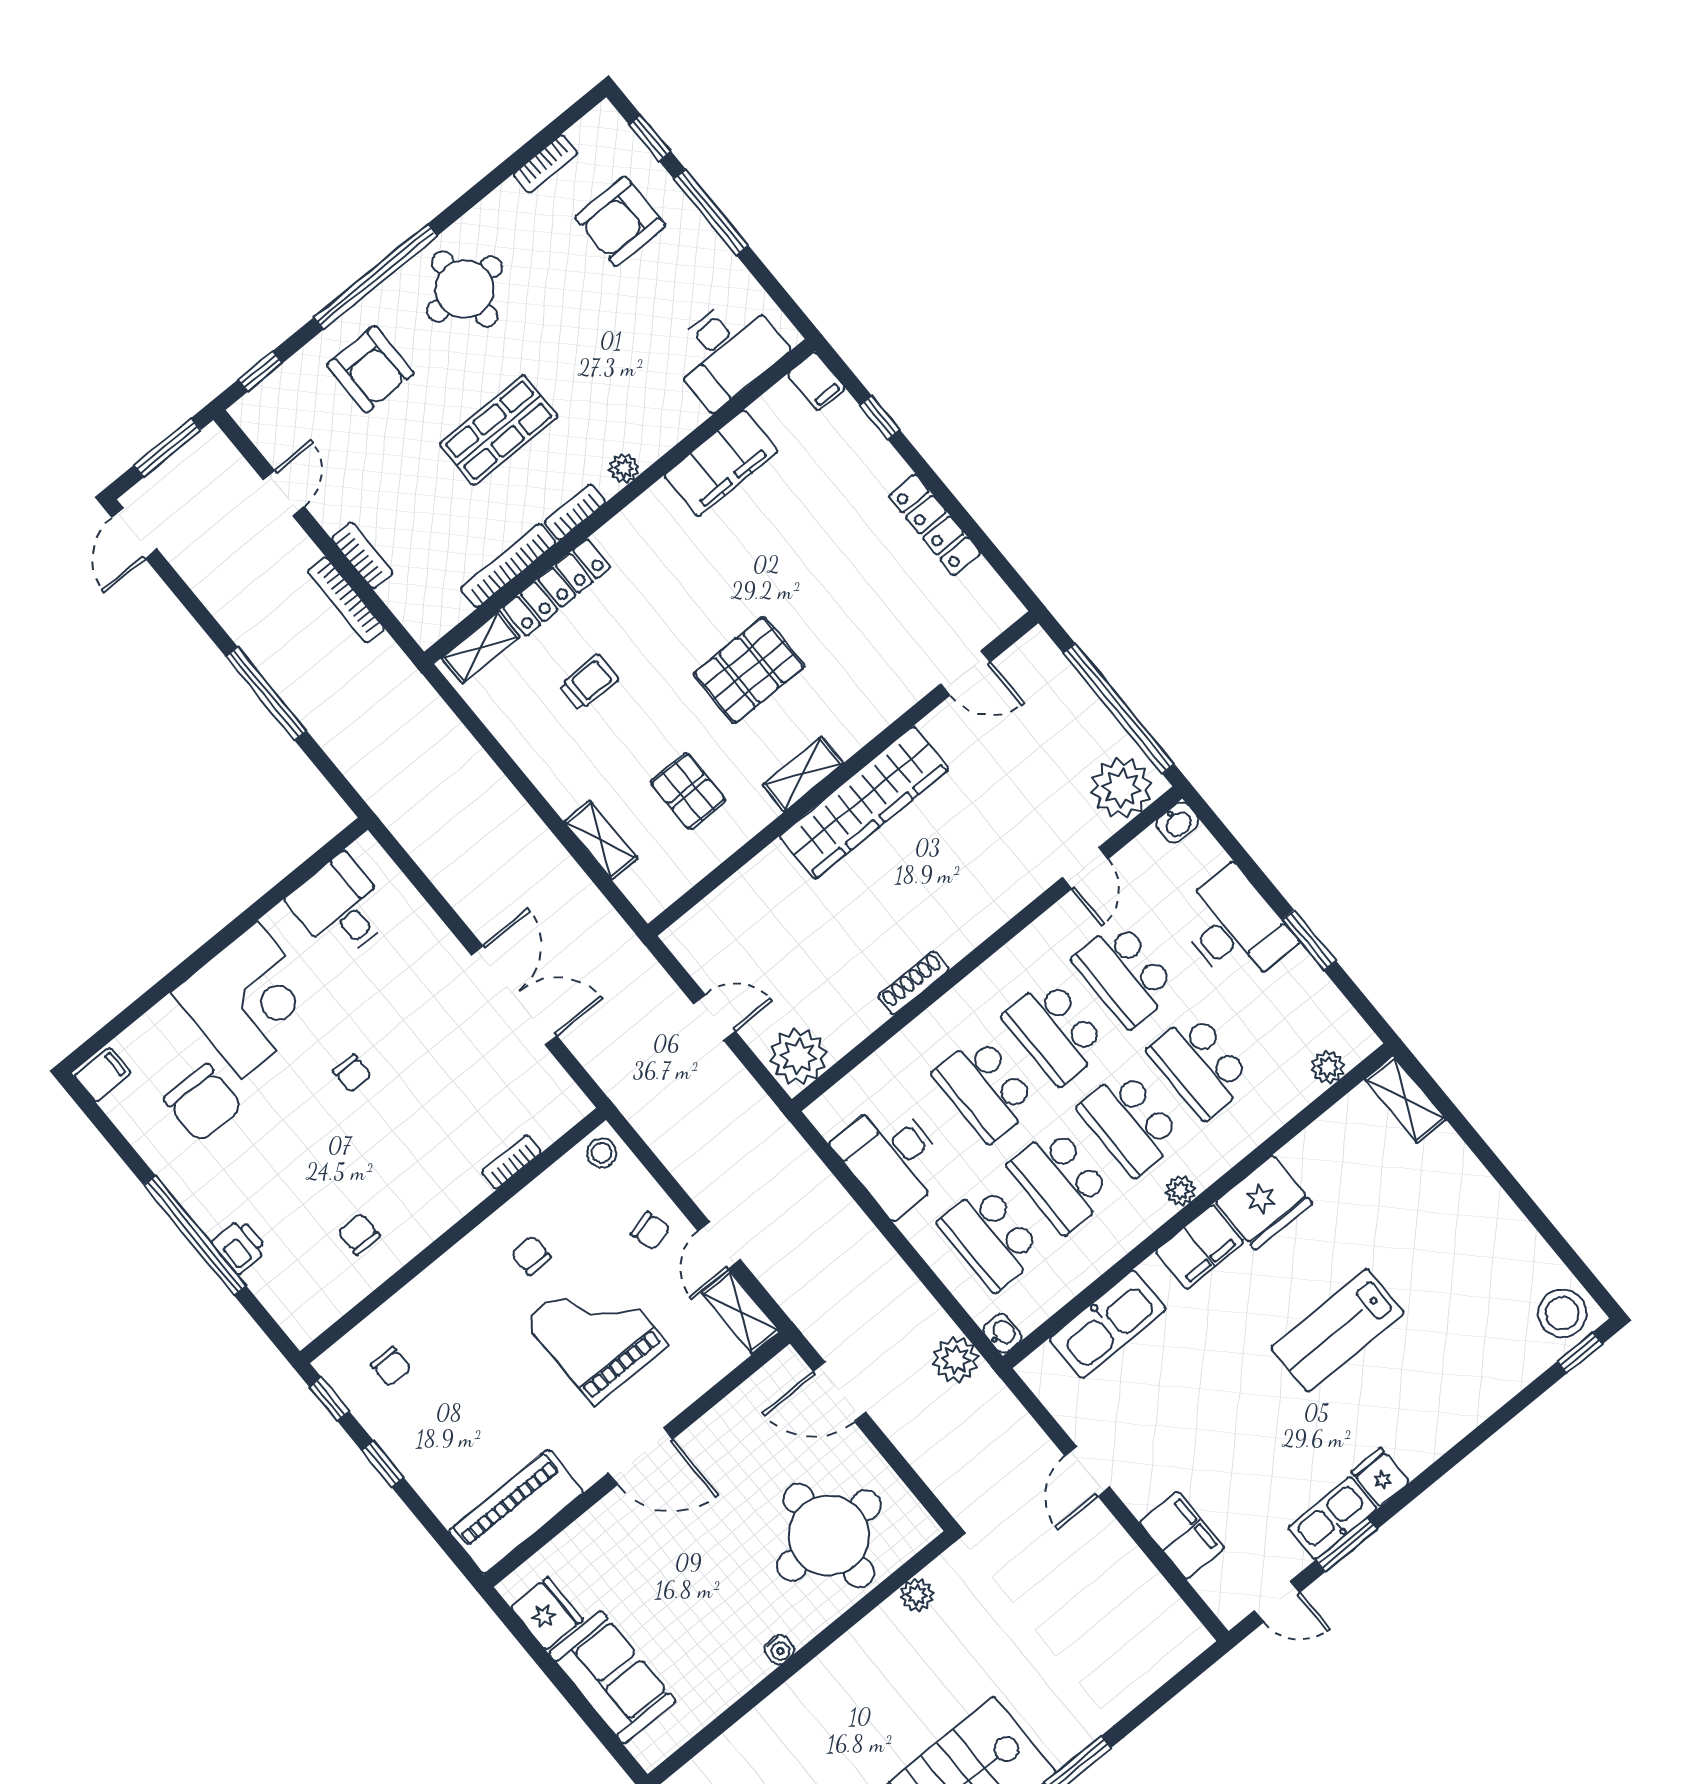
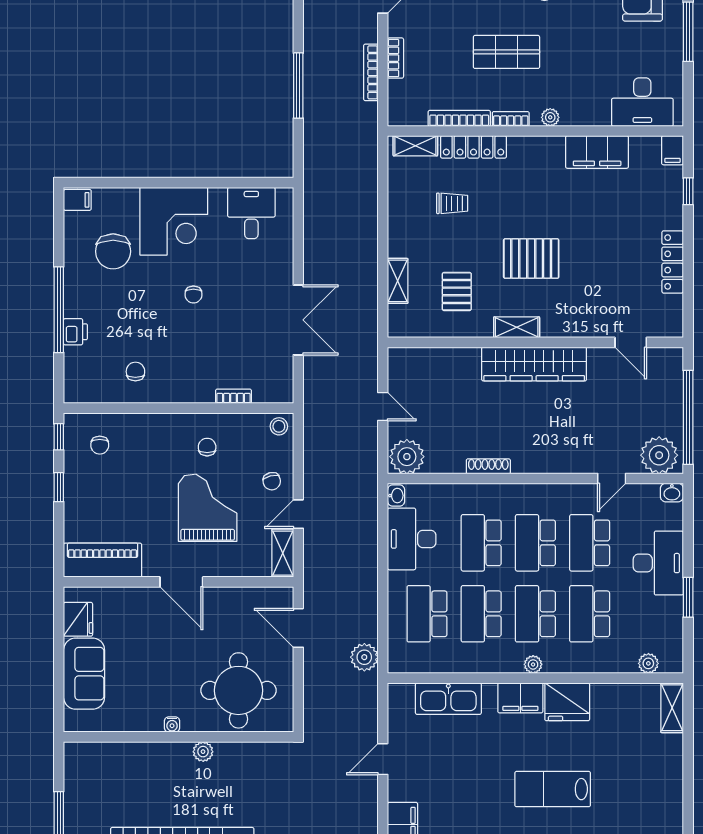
washbasin: (1002, 1333) -> (396, 496), moved
plant: (917, 1595) -> (203, 752), moved

